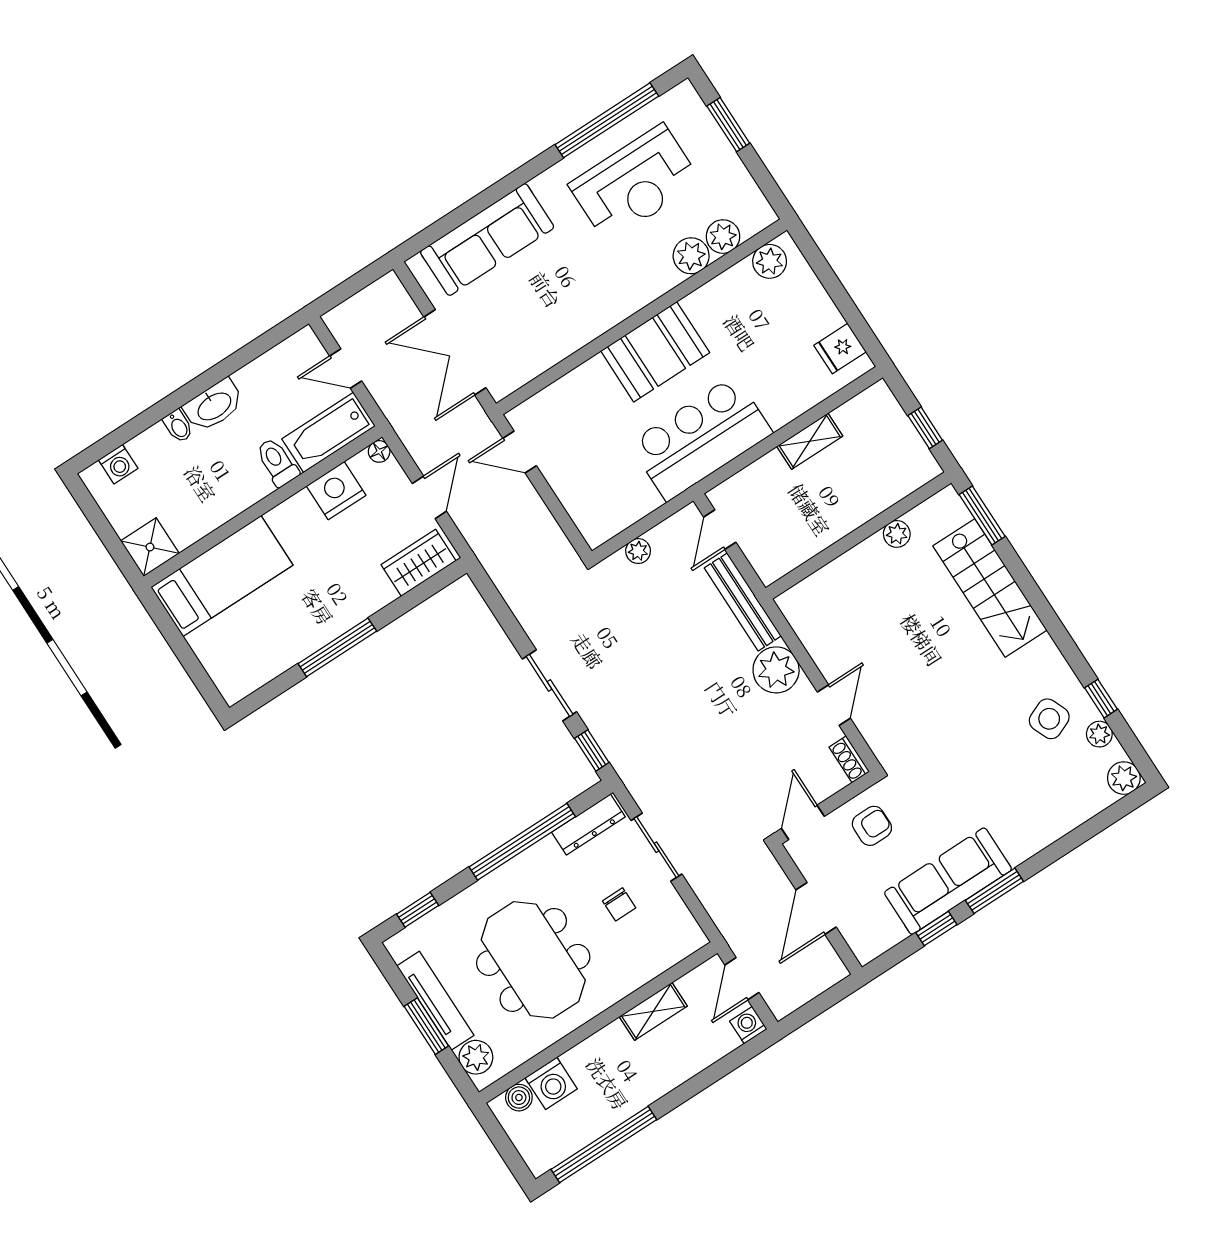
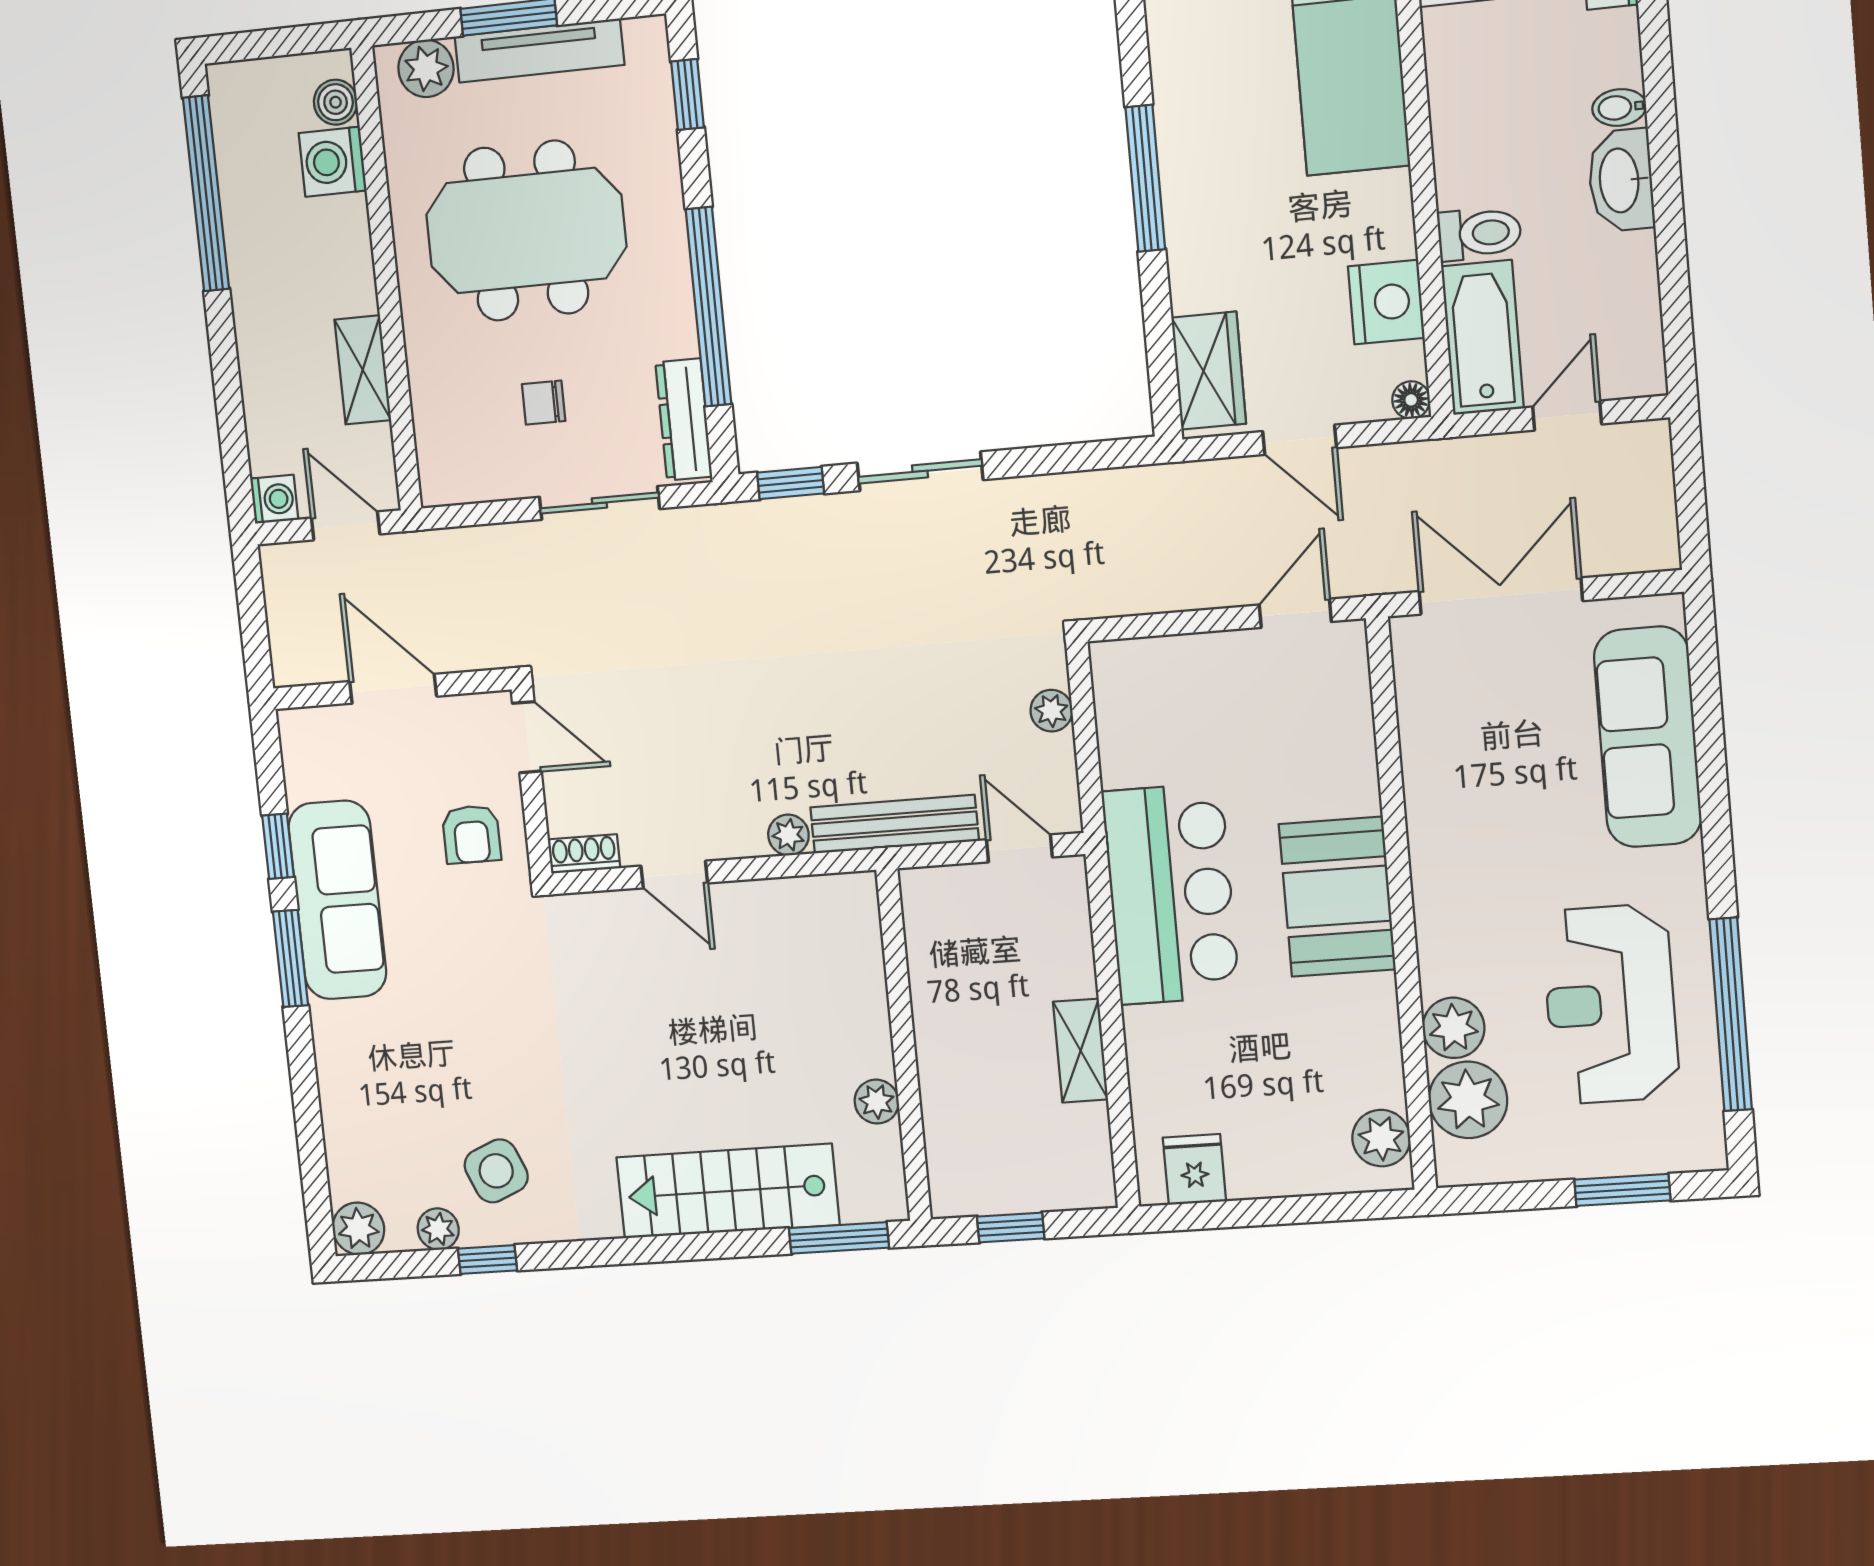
plant: (723, 237) -> (1468, 1100), width x1.36, depth x1.36
plant: (776, 670) -> (788, 835), width x0.53, depth x0.53

